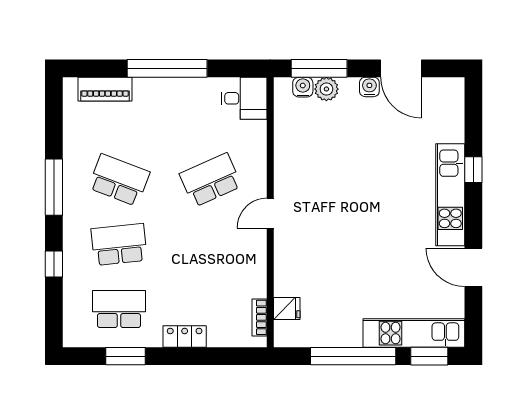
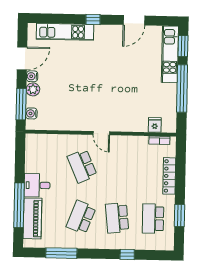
window: (167, 68) -> (19, 205), moved
piano: (105, 89) -> (32, 218), width x1.37, depth x1.33
plant: (326, 89) -> (33, 89), moved
desk: (244, 98) -> (37, 185), moved, turned -90
window: (473, 170) -> (93, 19), moved
window: (54, 187) -> (61, 253), moved
kitchen unit: (450, 195) -> (65, 32), moved
locker: (185, 336) -> (169, 176), width x1.53

